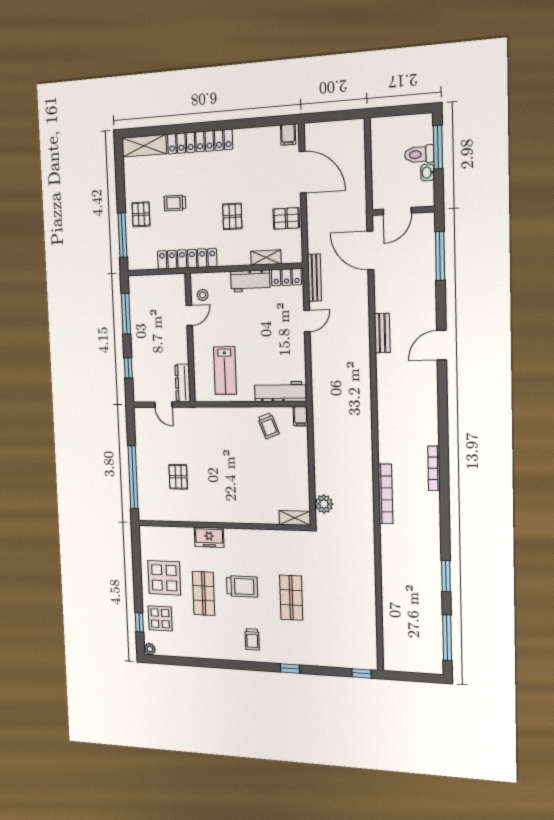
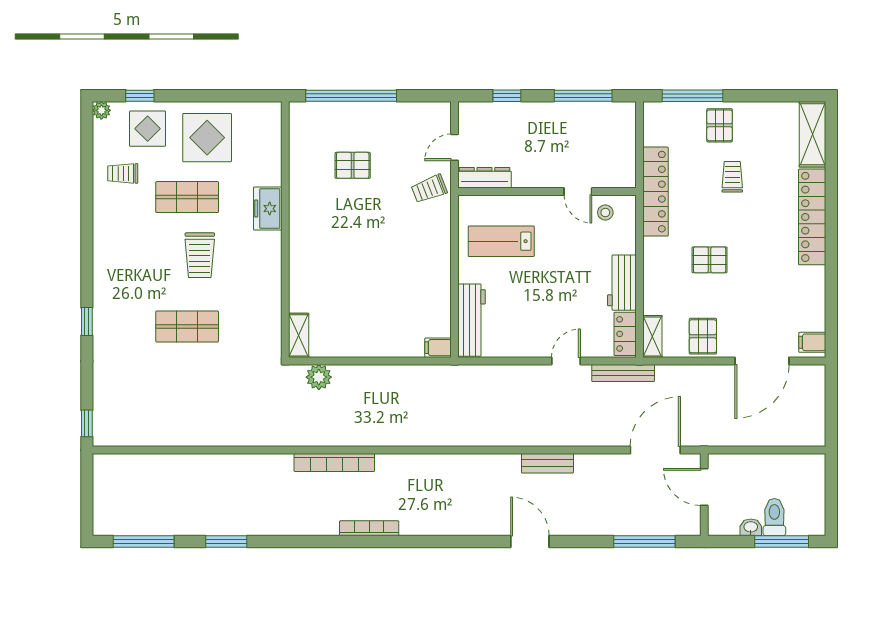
pallet: (141, 214) -> (720, 125), turned 90
shelving: (266, 258) -> (652, 336), moved
door: (307, 321) -> (566, 361), swing flipped
trolley: (268, 426) -> (429, 189), moved
trolley: (252, 639) -> (123, 173), moved

